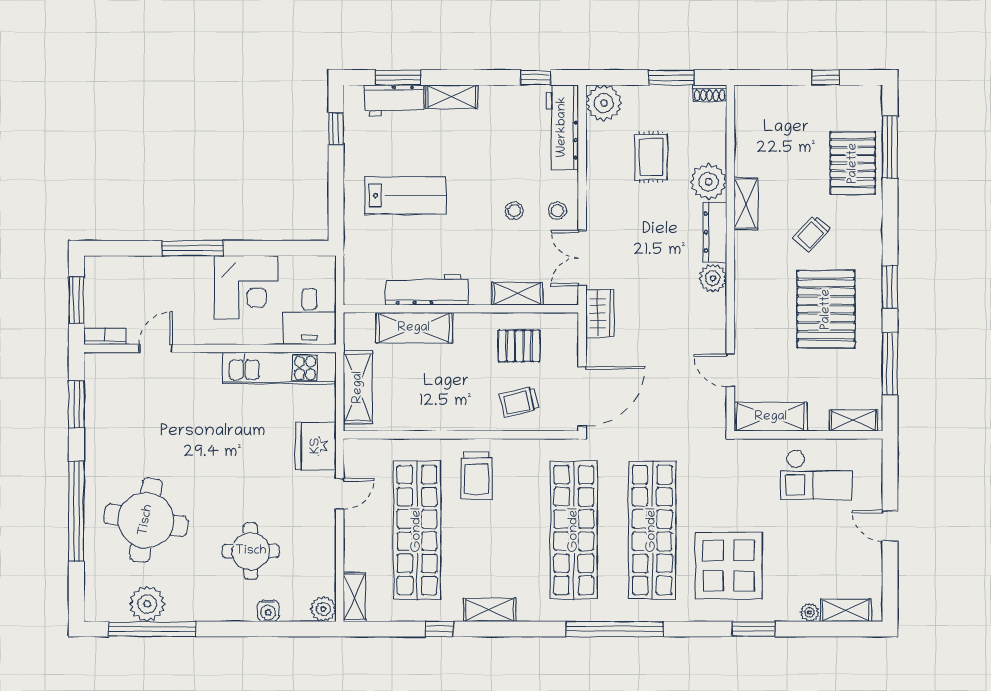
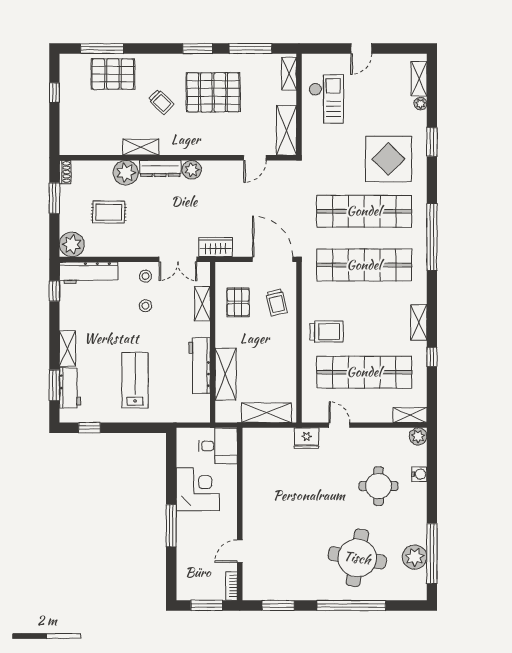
door: (156, 348) -> (240, 551), hinge flipped
kitchen unit: (279, 368) -> (253, 467), removed
fridge: (316, 446) -> (307, 438), width x0.73, depth x0.75

